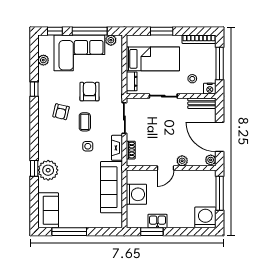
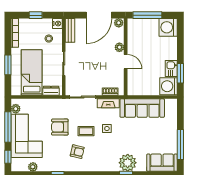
window: (220, 63) -> (36, 15), width x0.46
washing machine: (136, 194) -> (169, 86), moved, turned -90

